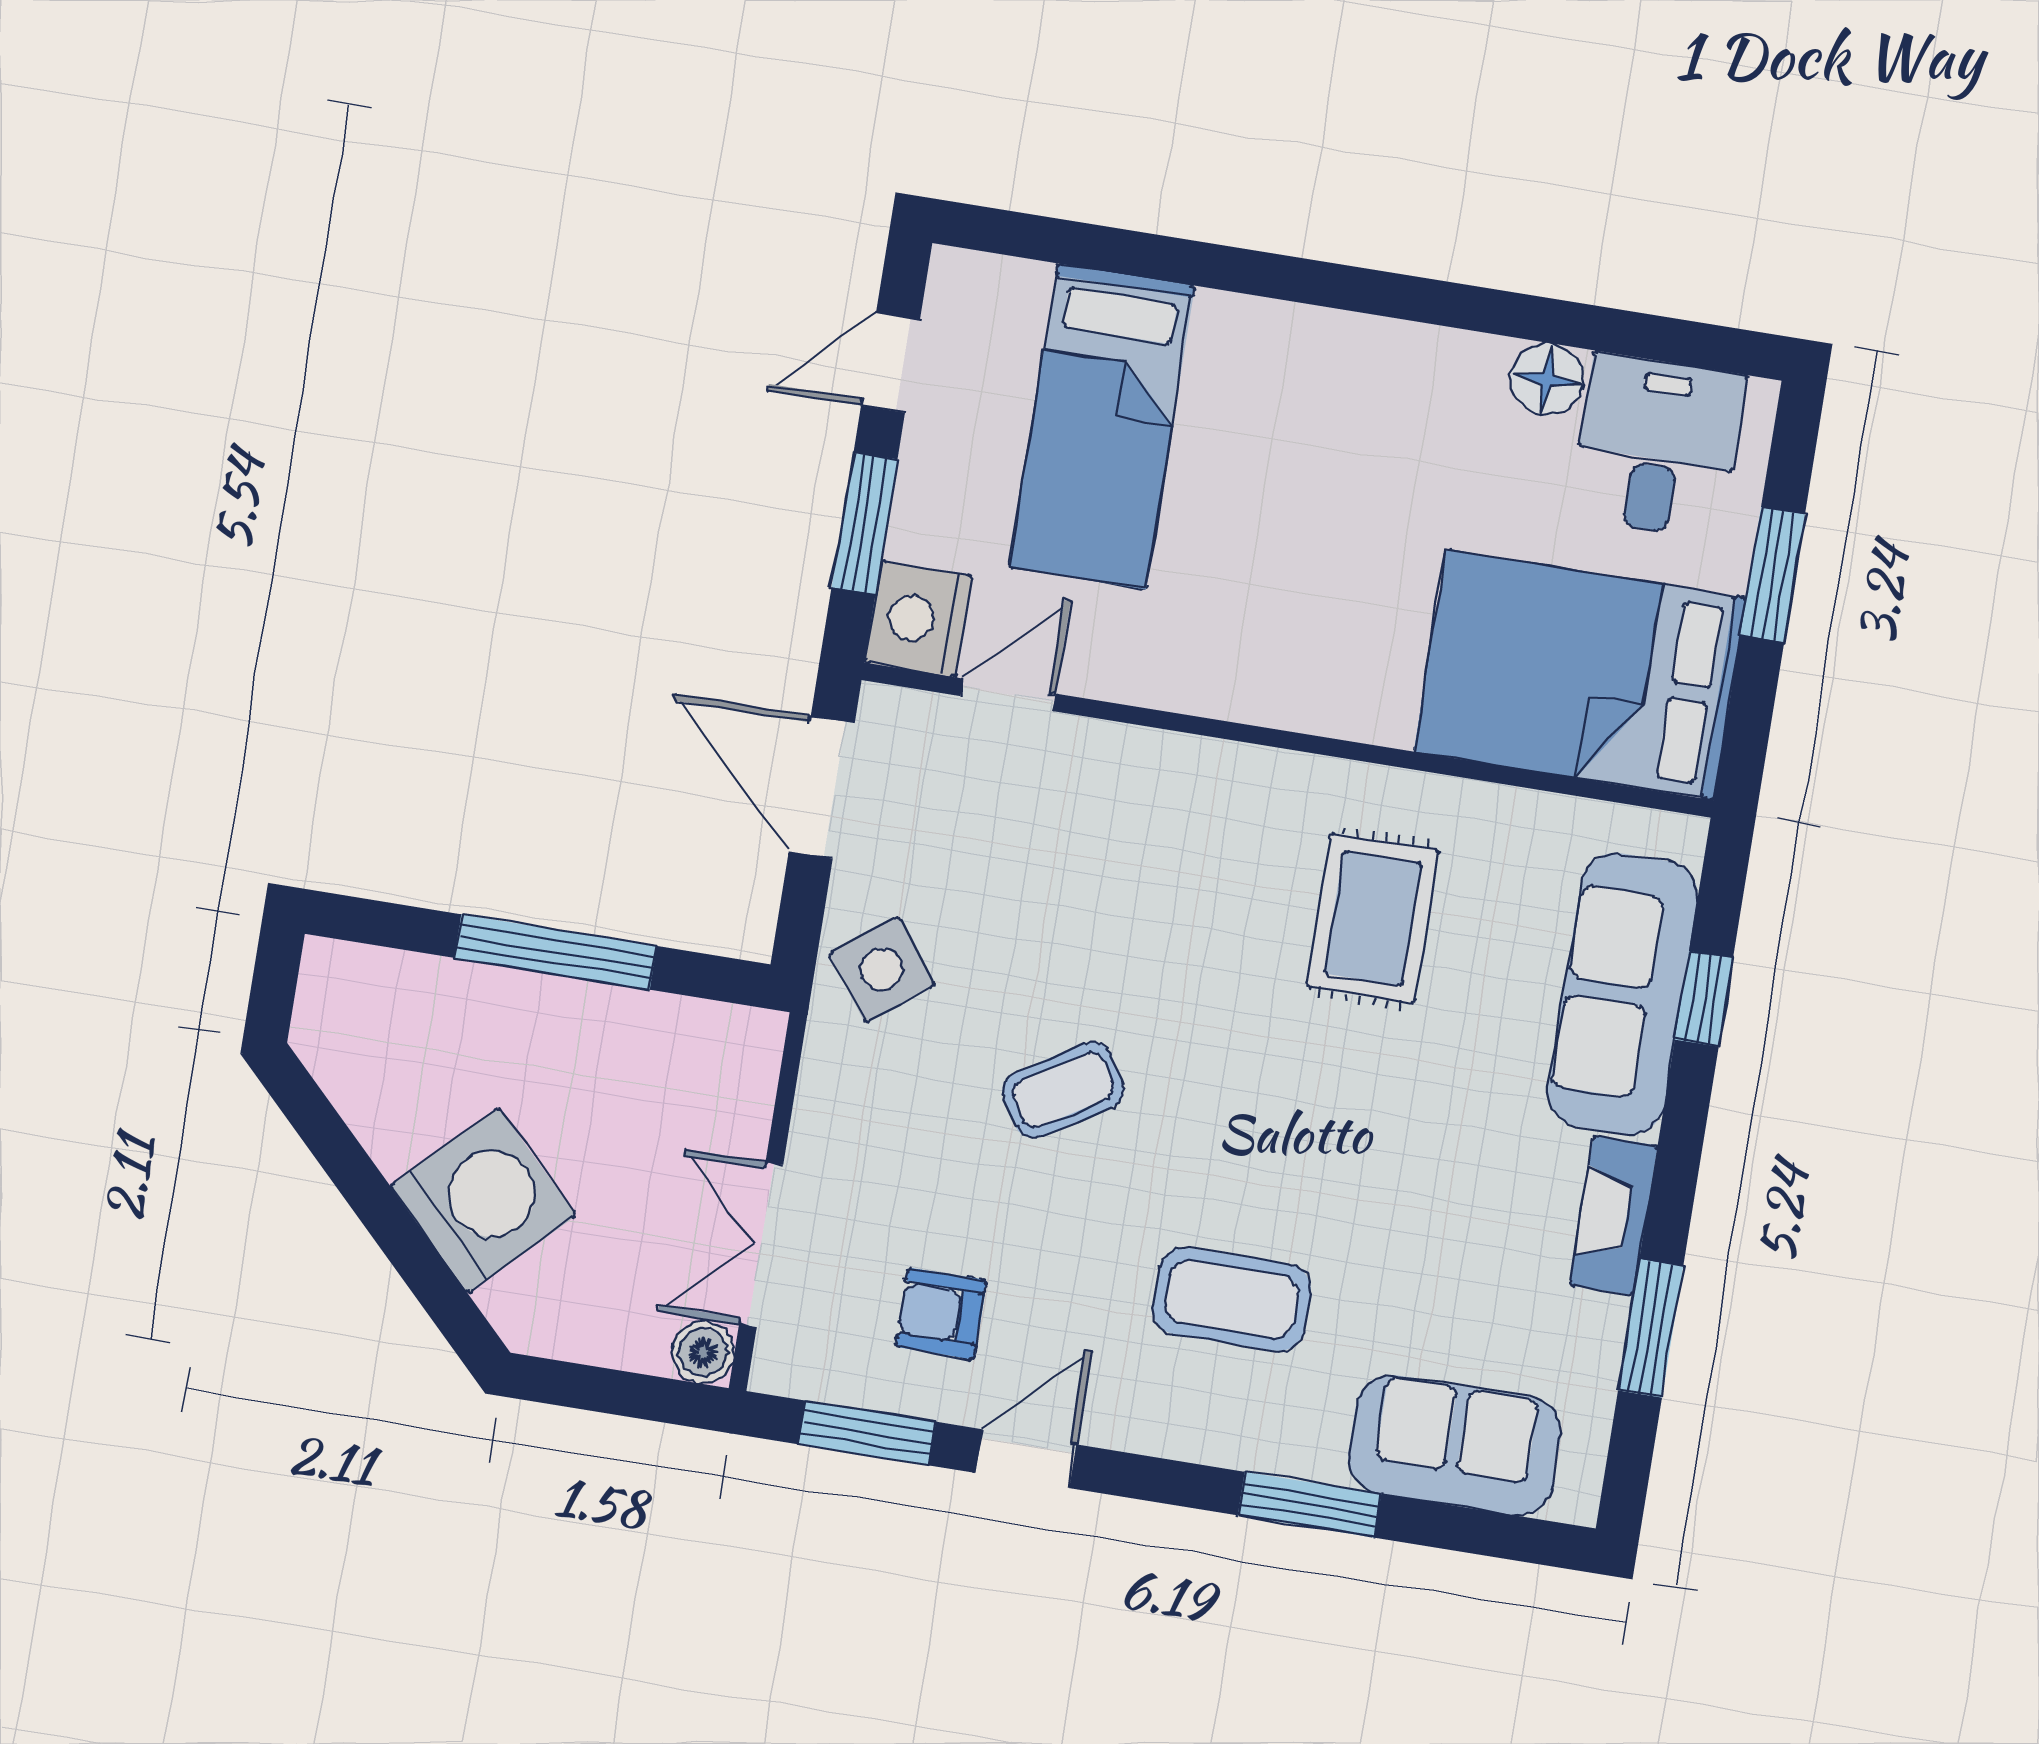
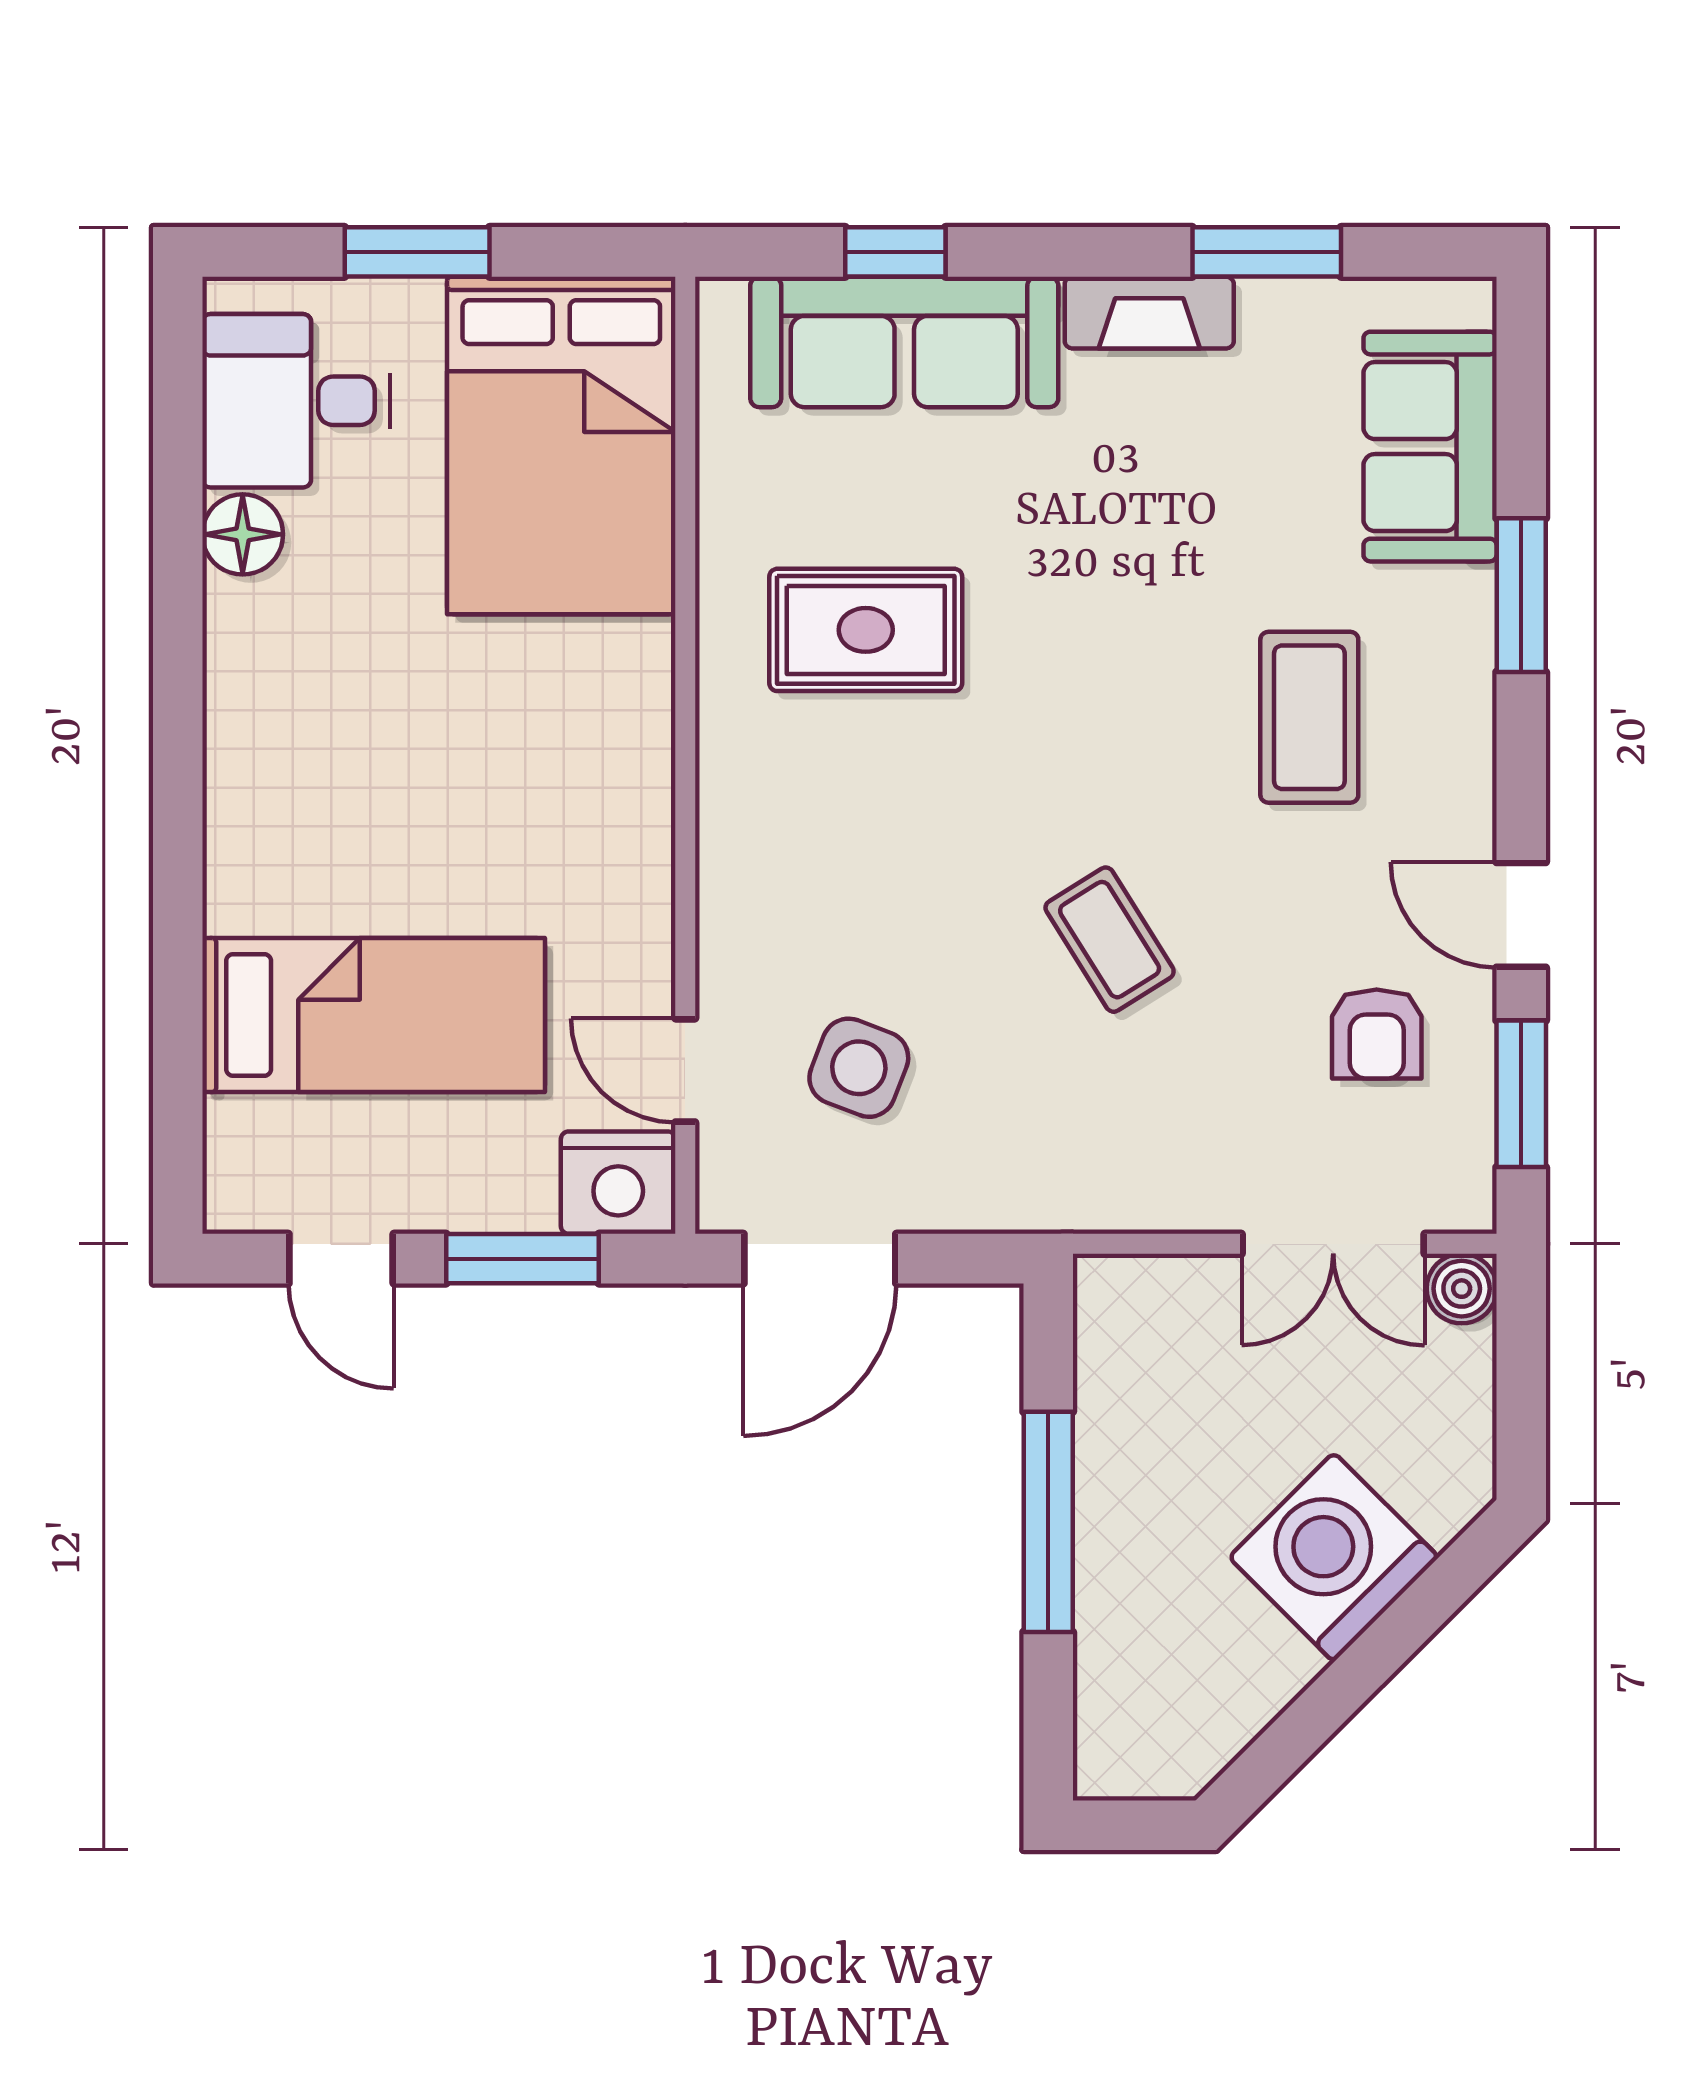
side table: (882, 970) -> (859, 1068), moved, turned -32

